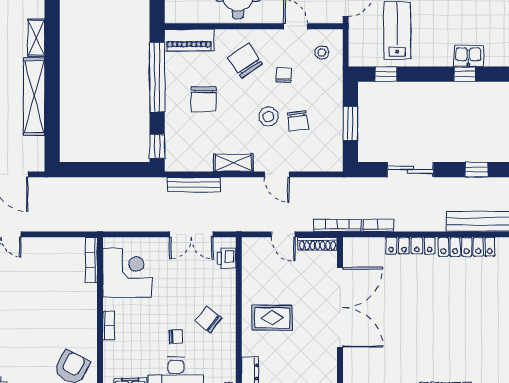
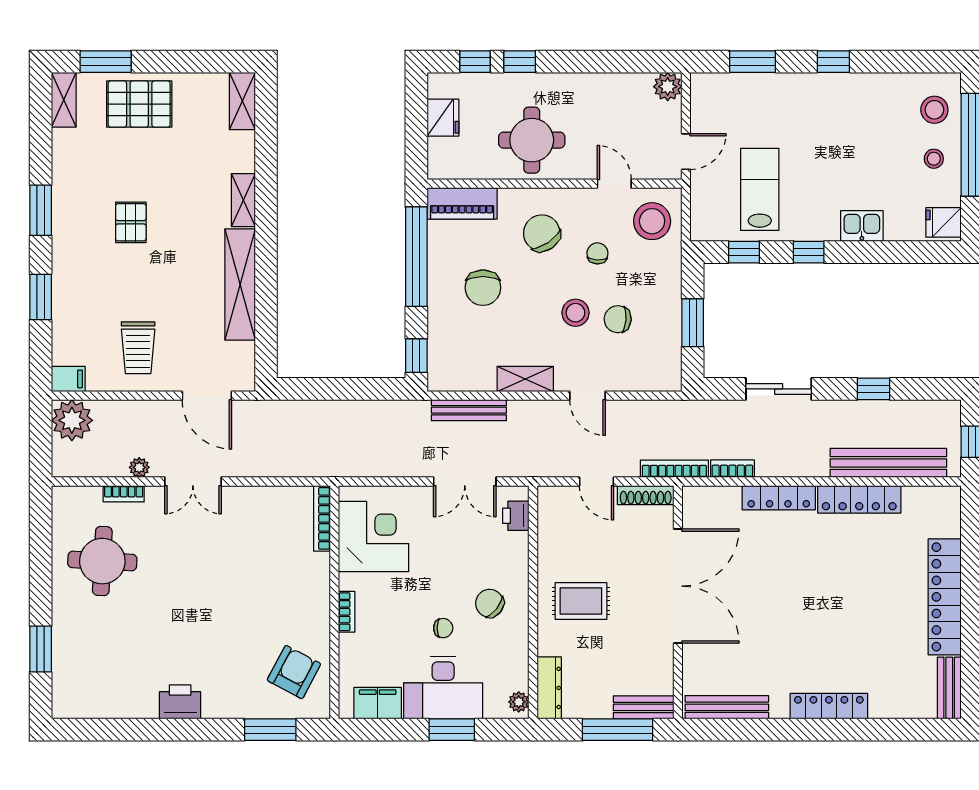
stool: (322, 52) -> (652, 221), width x1.89, depth x1.89
window: (465, 74) -> (809, 252), moved
chair: (298, 121) -> (618, 319), turned 101

